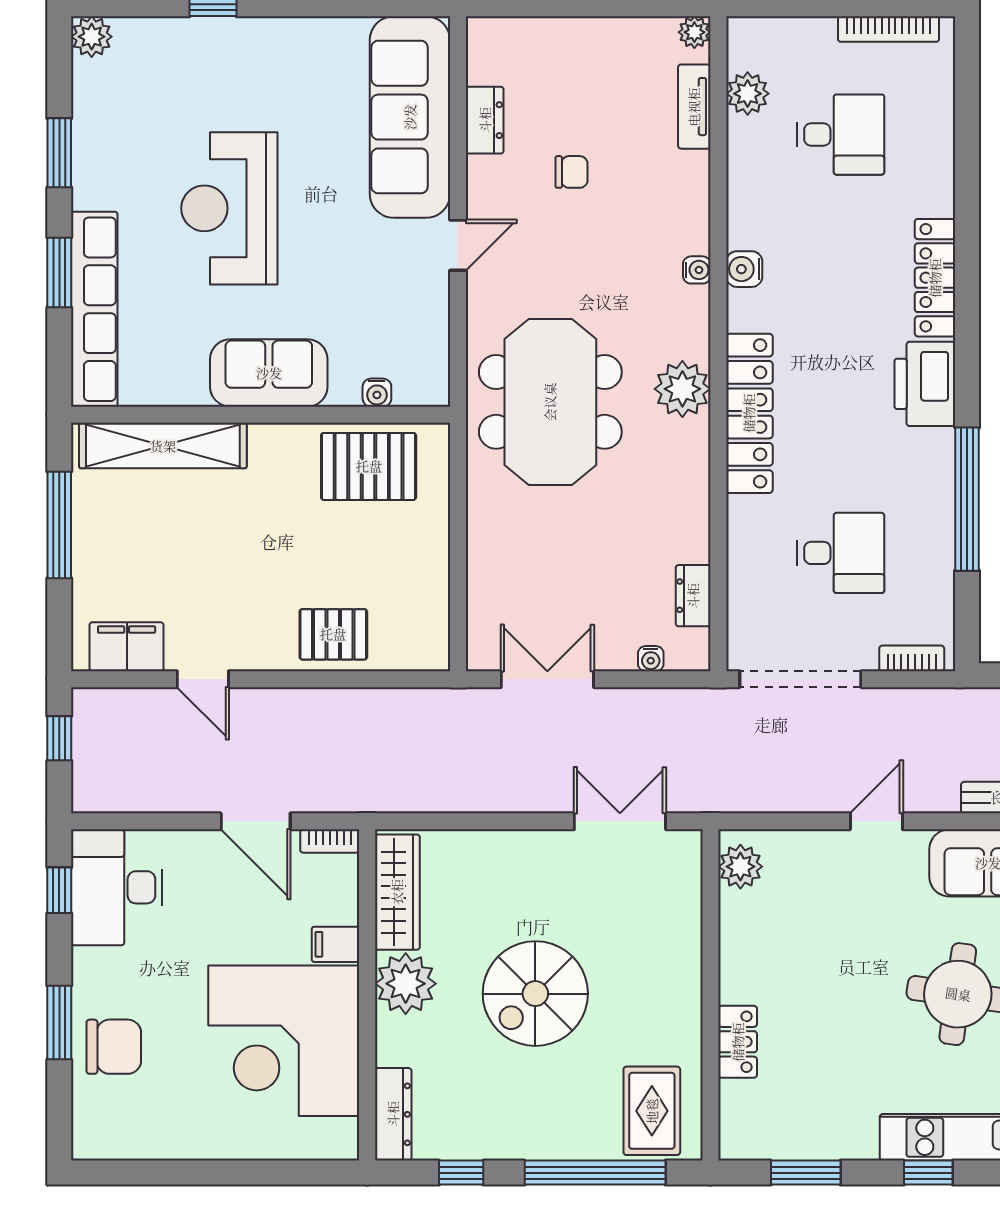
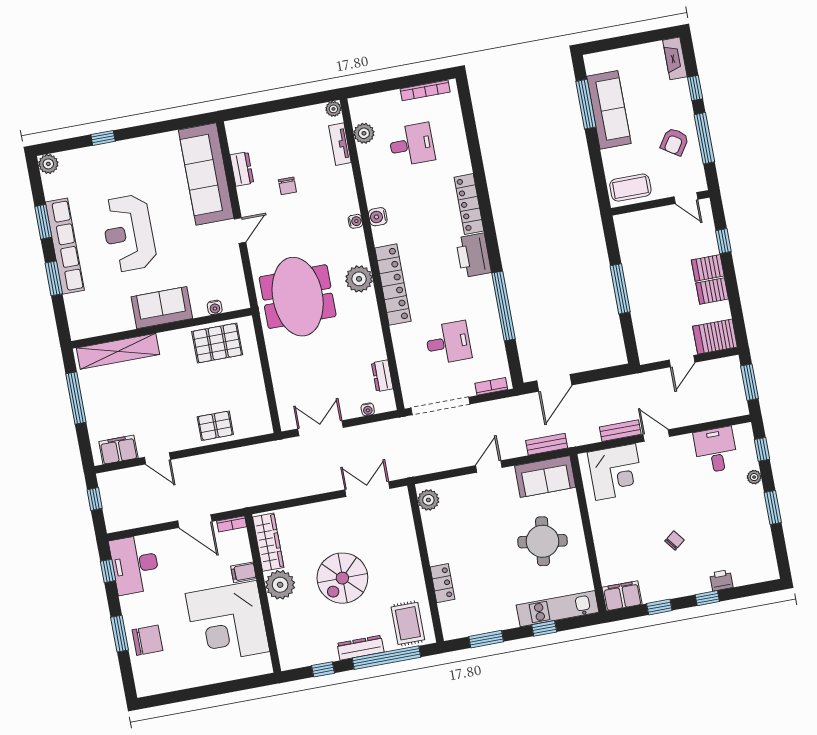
chair: (571, 172) -> (287, 186), turned 90
row of seats: (94, 309) -> (65, 246), moved
dresser: (393, 1114) -> (361, 648), moved, turned -90

